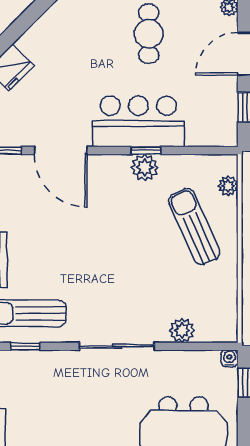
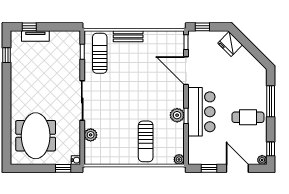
door: (61, 150) -> (186, 71), hinge flipped
plant: (228, 186) -> (179, 159), moved
sun lounger: (194, 227) -> (146, 141), turned 114

